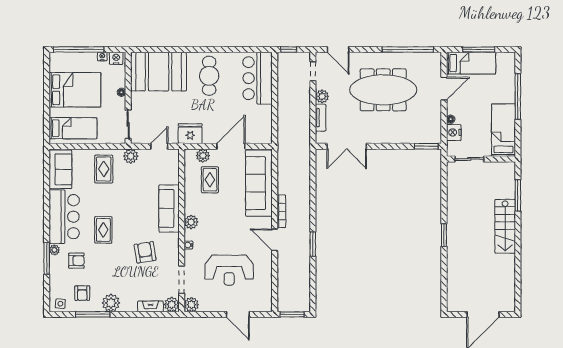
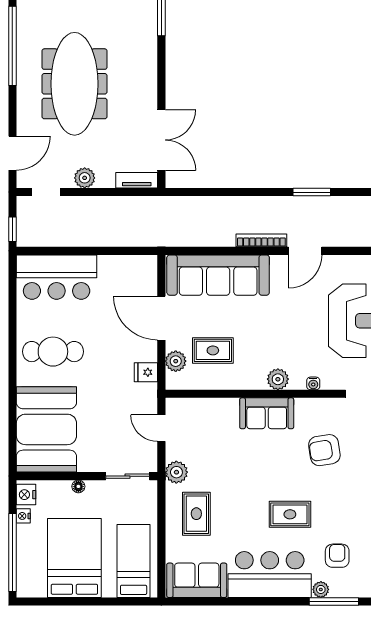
tv unit: (321, 118) -> (137, 180), moved
fridge: (190, 134) -> (146, 372), width x0.53, depth x0.75
rug: (104, 169) -> (196, 514), turned 90
sofa: (169, 208) -> (267, 413), width x0.73

